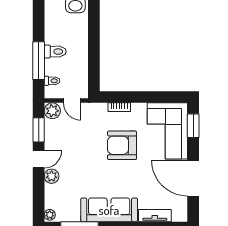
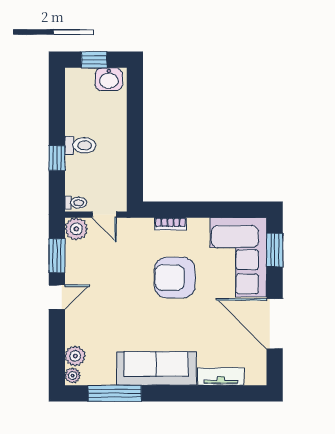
window: (39, 61) -> (57, 158), width x0.46
toilet: (52, 81) -> (76, 203), moved
plant: (52, 176) -> (75, 356), moved

